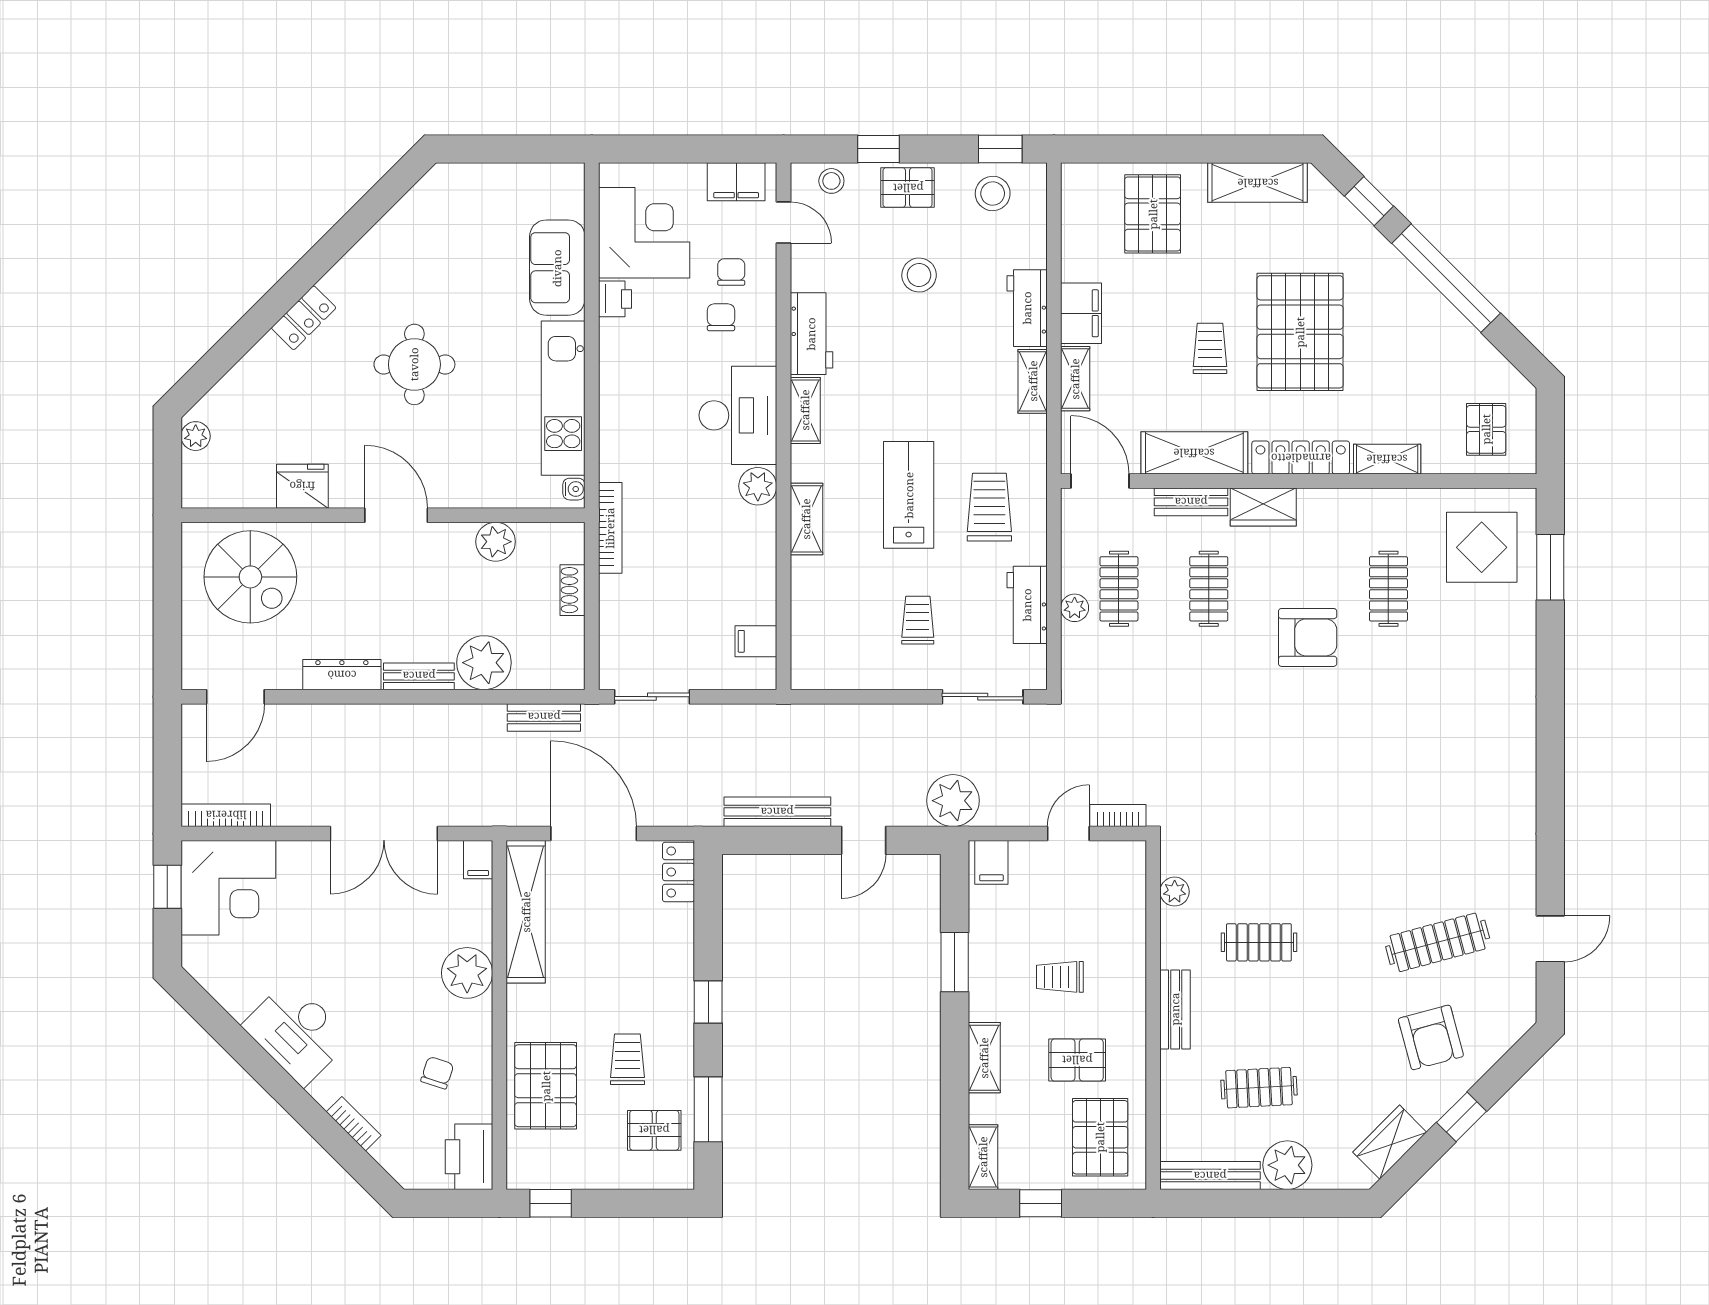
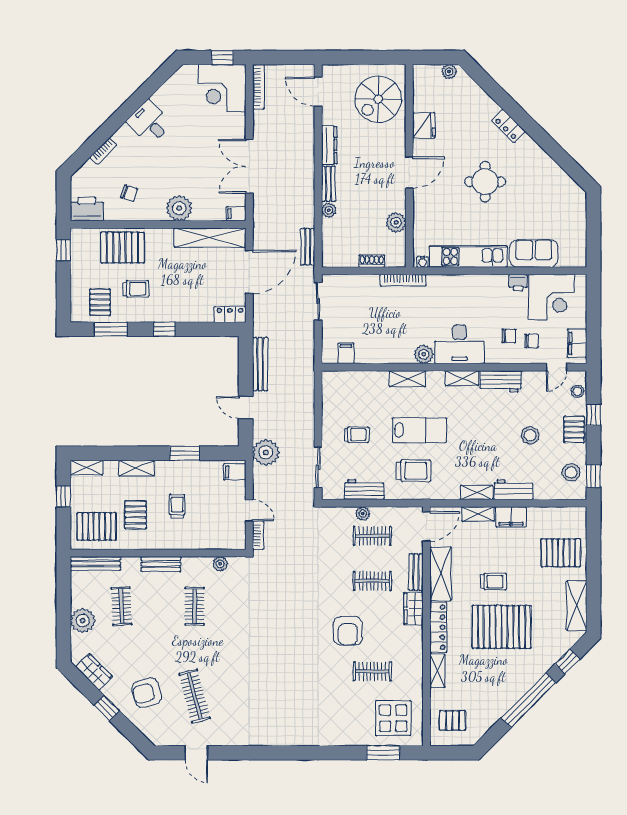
plant: (484, 663) -> (329, 210), width x0.53, depth x0.53
desk: (297, 1032) -> (149, 122), width x0.73
bench: (1210, 1176) -> (95, 564), moved, turned 90

